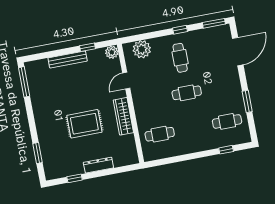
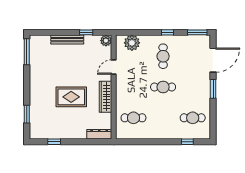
window: (247, 101) -> (213, 89), moved
dresser: (98, 165) -> (99, 134), moved

